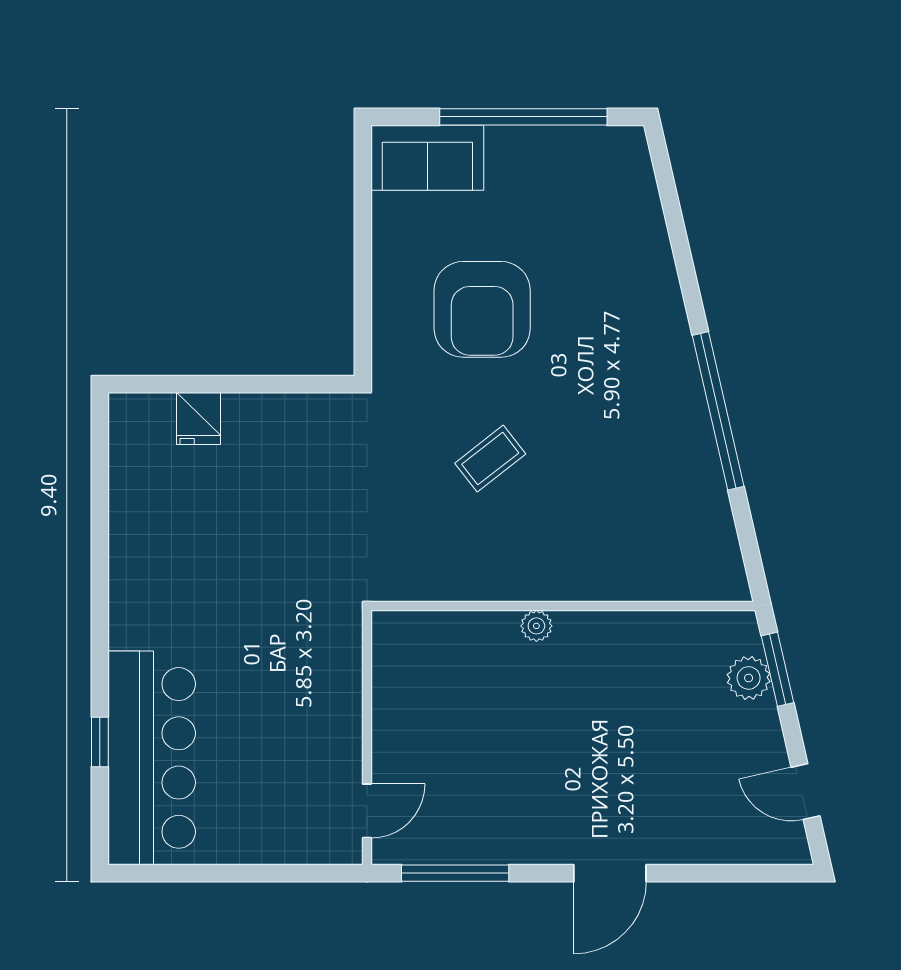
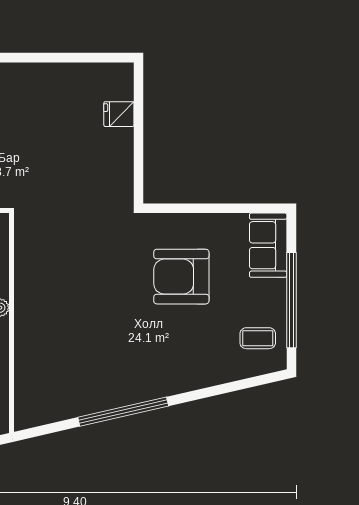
coffee table: (490, 459) -> (258, 338), moved, turned -52

